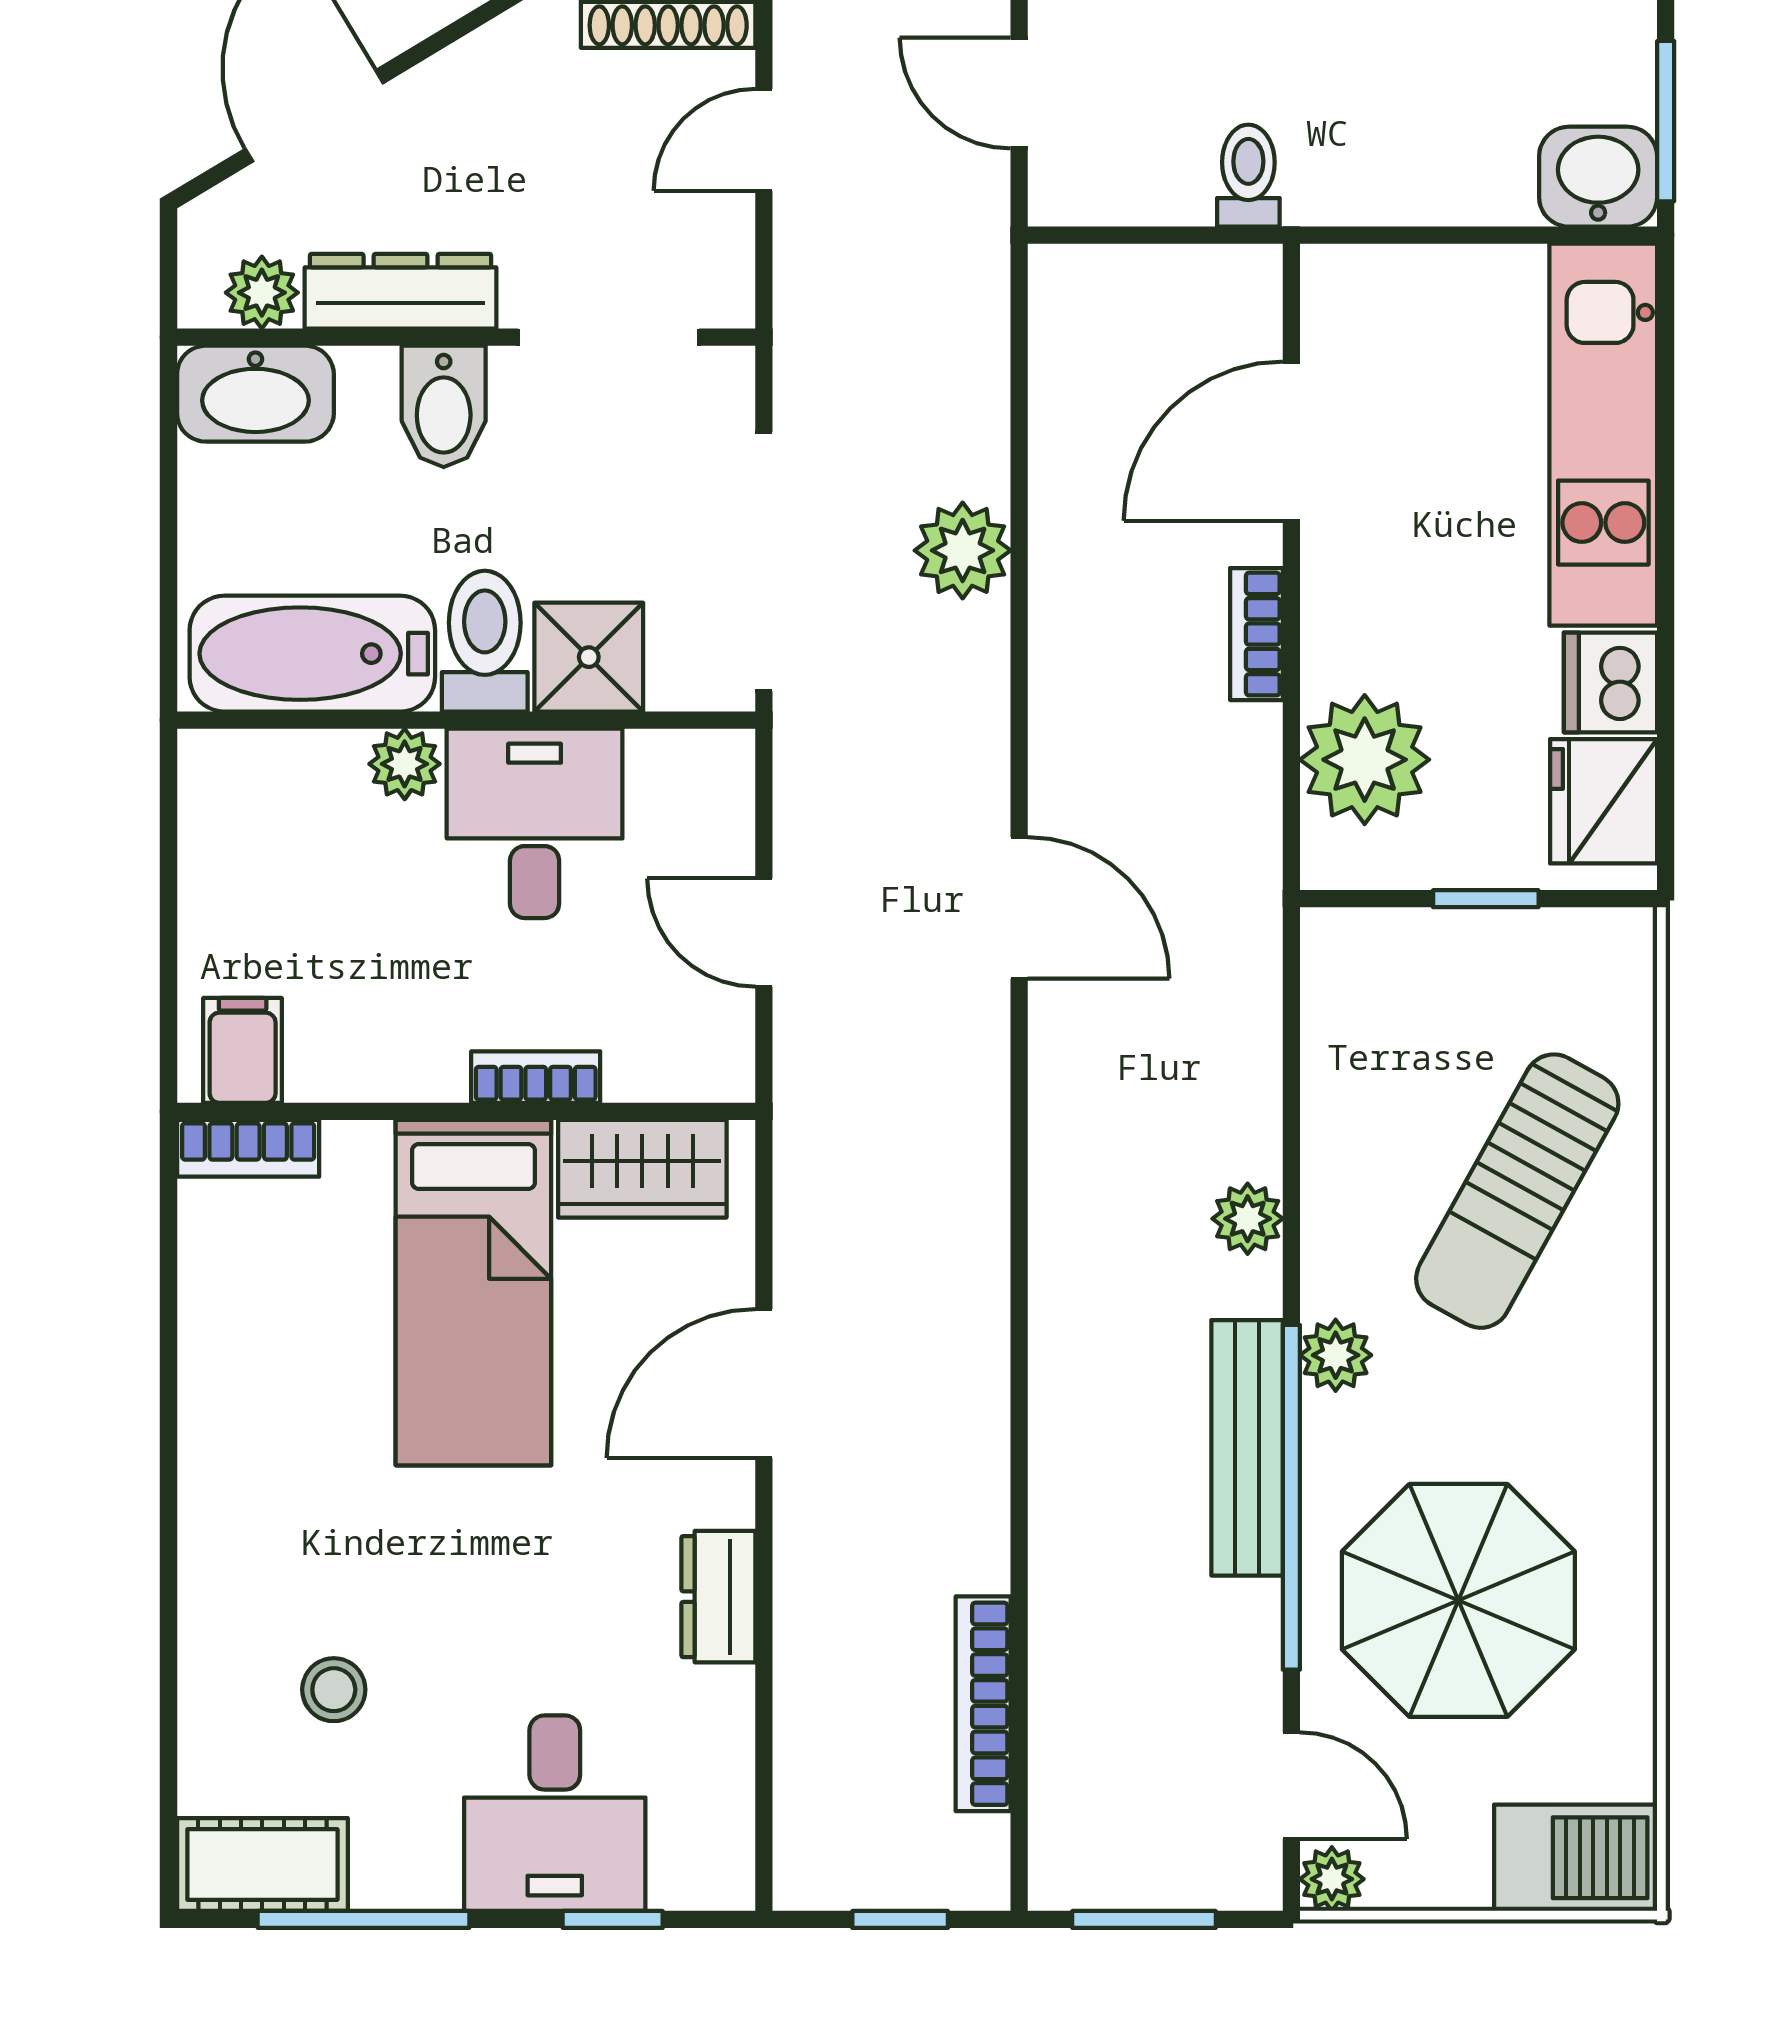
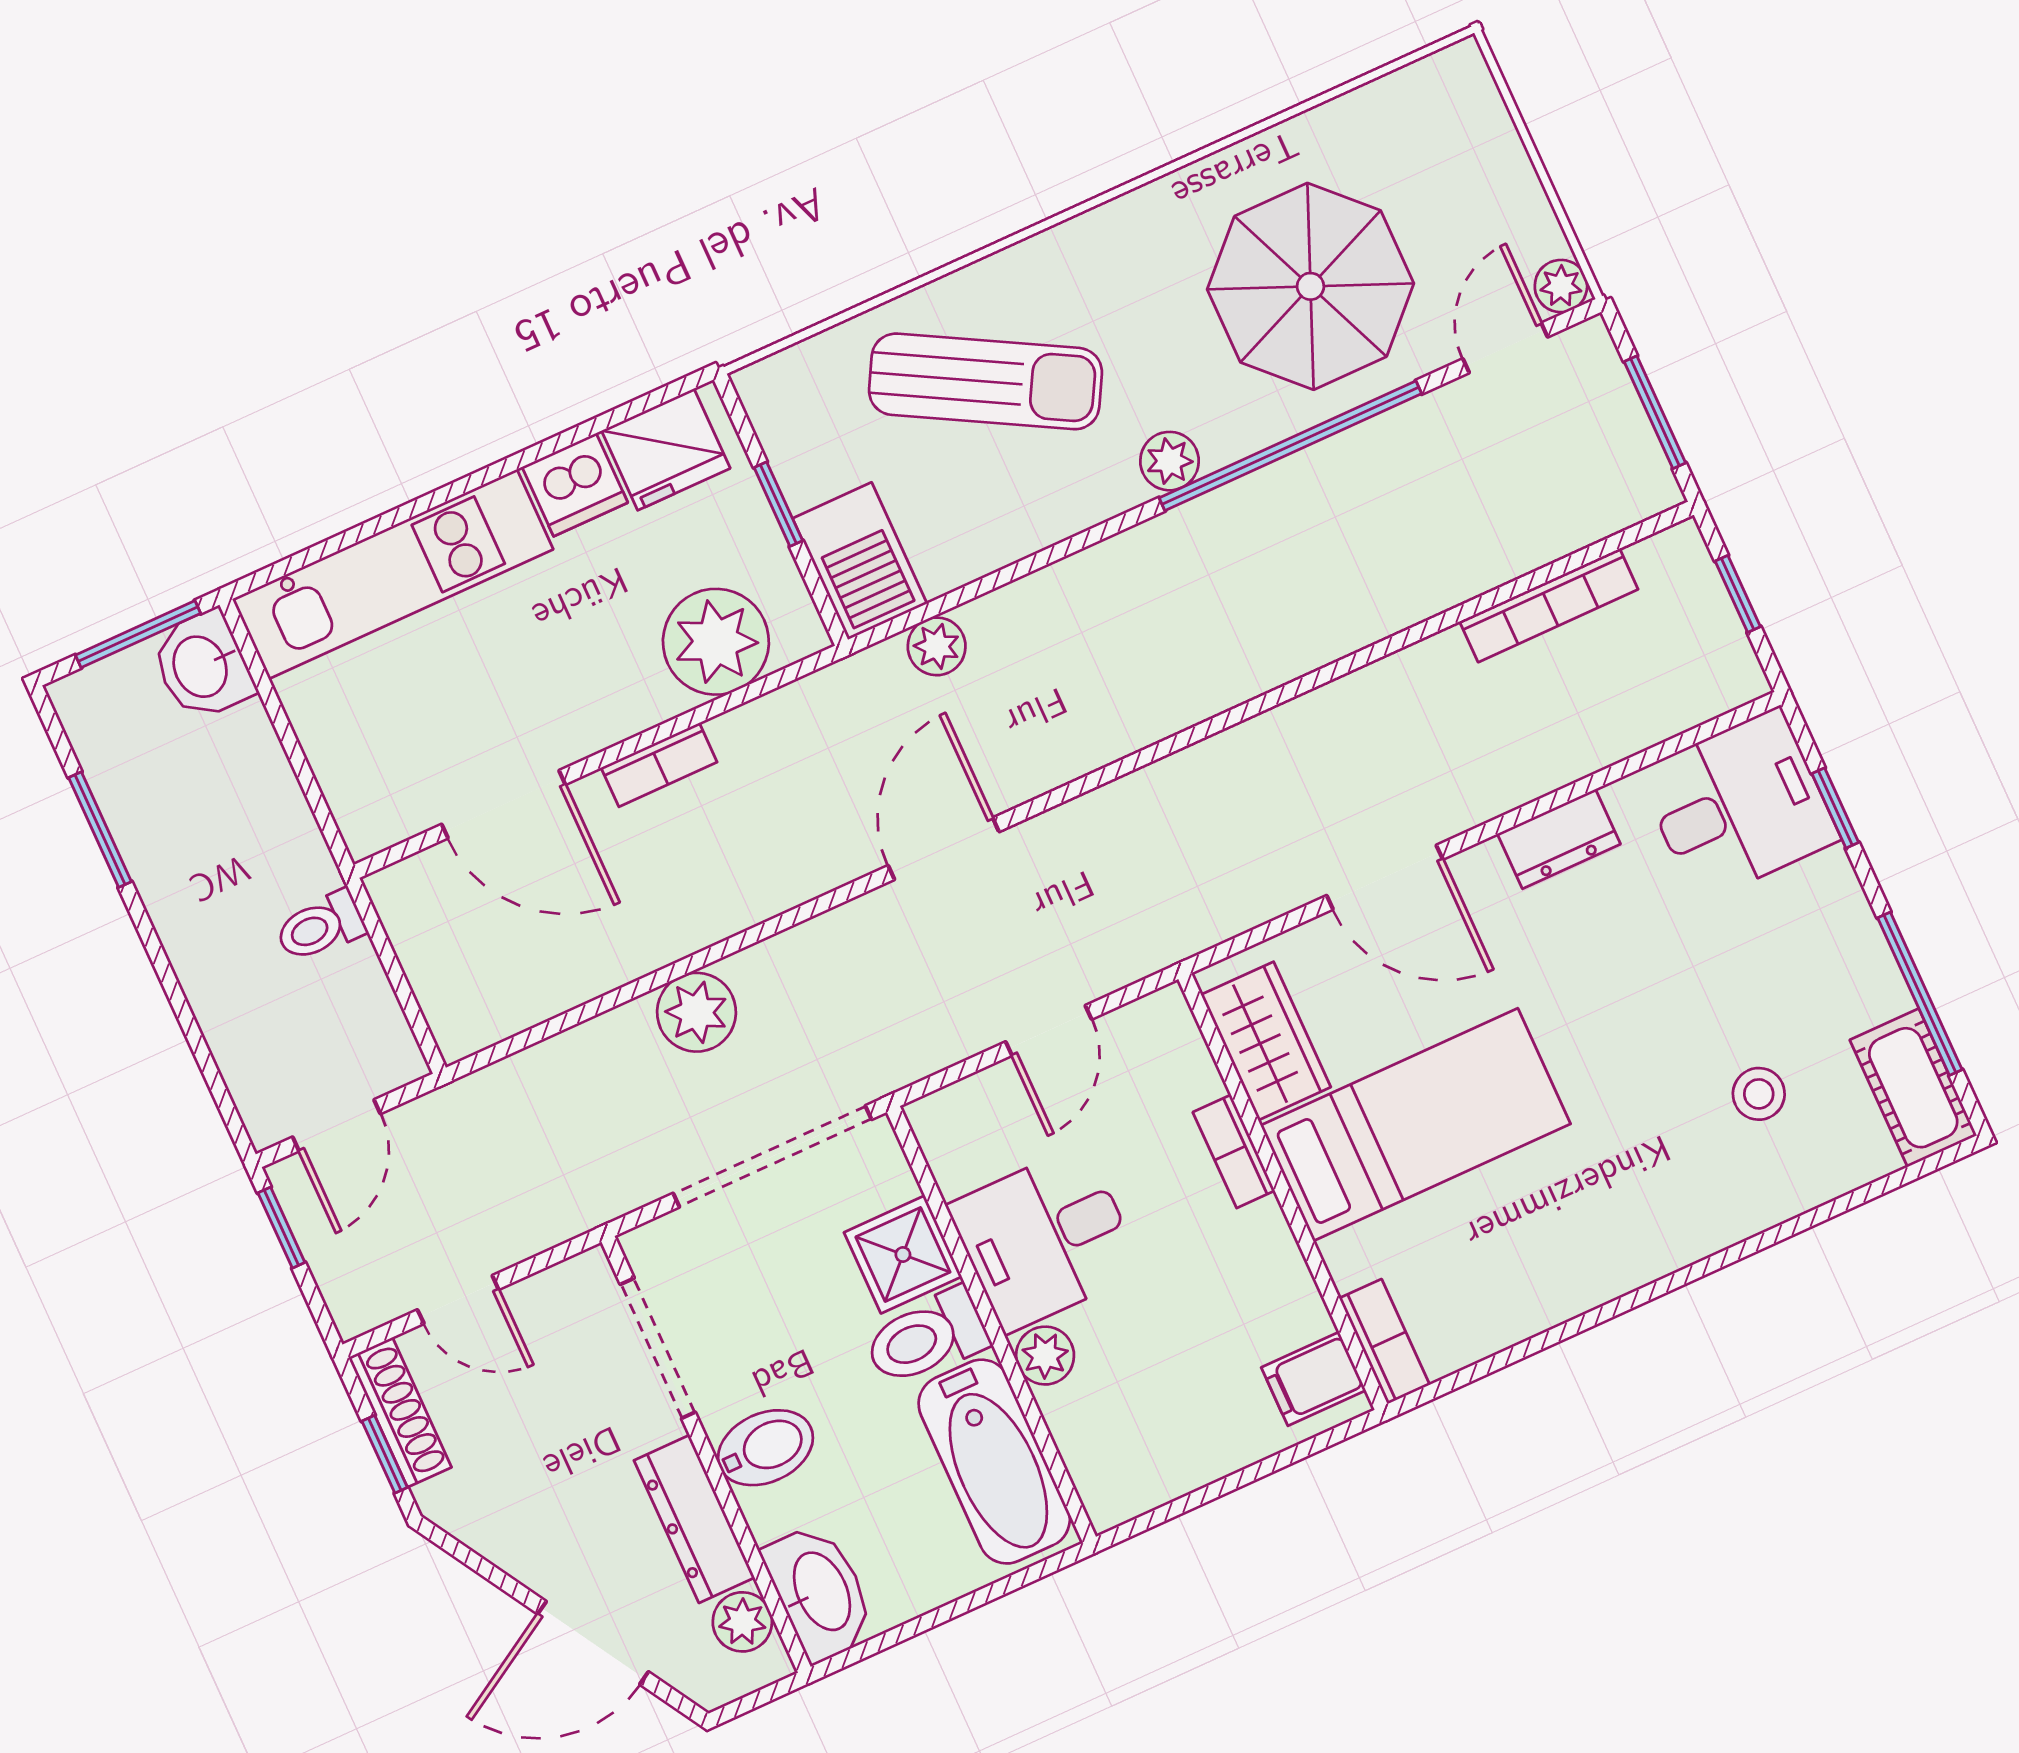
plant: (1248, 1219) -> (937, 646), moved
bench: (1247, 1448) -> (1269, 496), removed
desk: (555, 1813) -> (1738, 805), moved
barbecue: (1576, 1858) -> (860, 561), moved, turned 180

